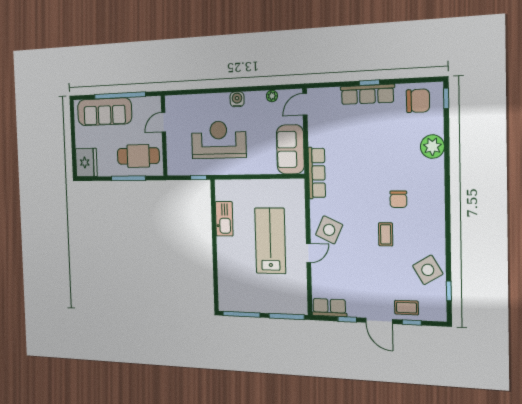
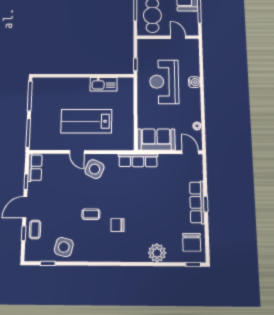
water cooler: (237, 99) -> (194, 82), moved
reception desk: (219, 140) -> (164, 82), turned 180
lab bench: (270, 241) -> (86, 121), turned 180
side table: (428, 270) -> (64, 247), turned 45

